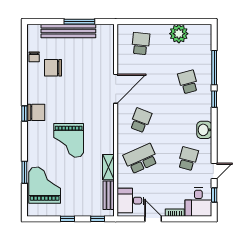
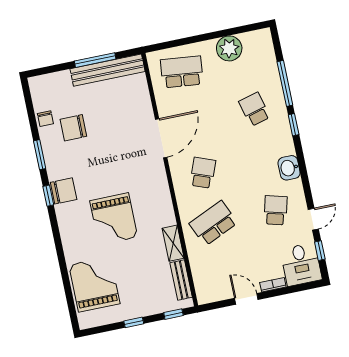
bench: (68, 31) -> (108, 70), moved
school desk: (141, 44) -> (182, 72), width x1.85
window: (24, 172) -> (40, 155), moved
desk: (130, 201) -> (211, 281), removed

